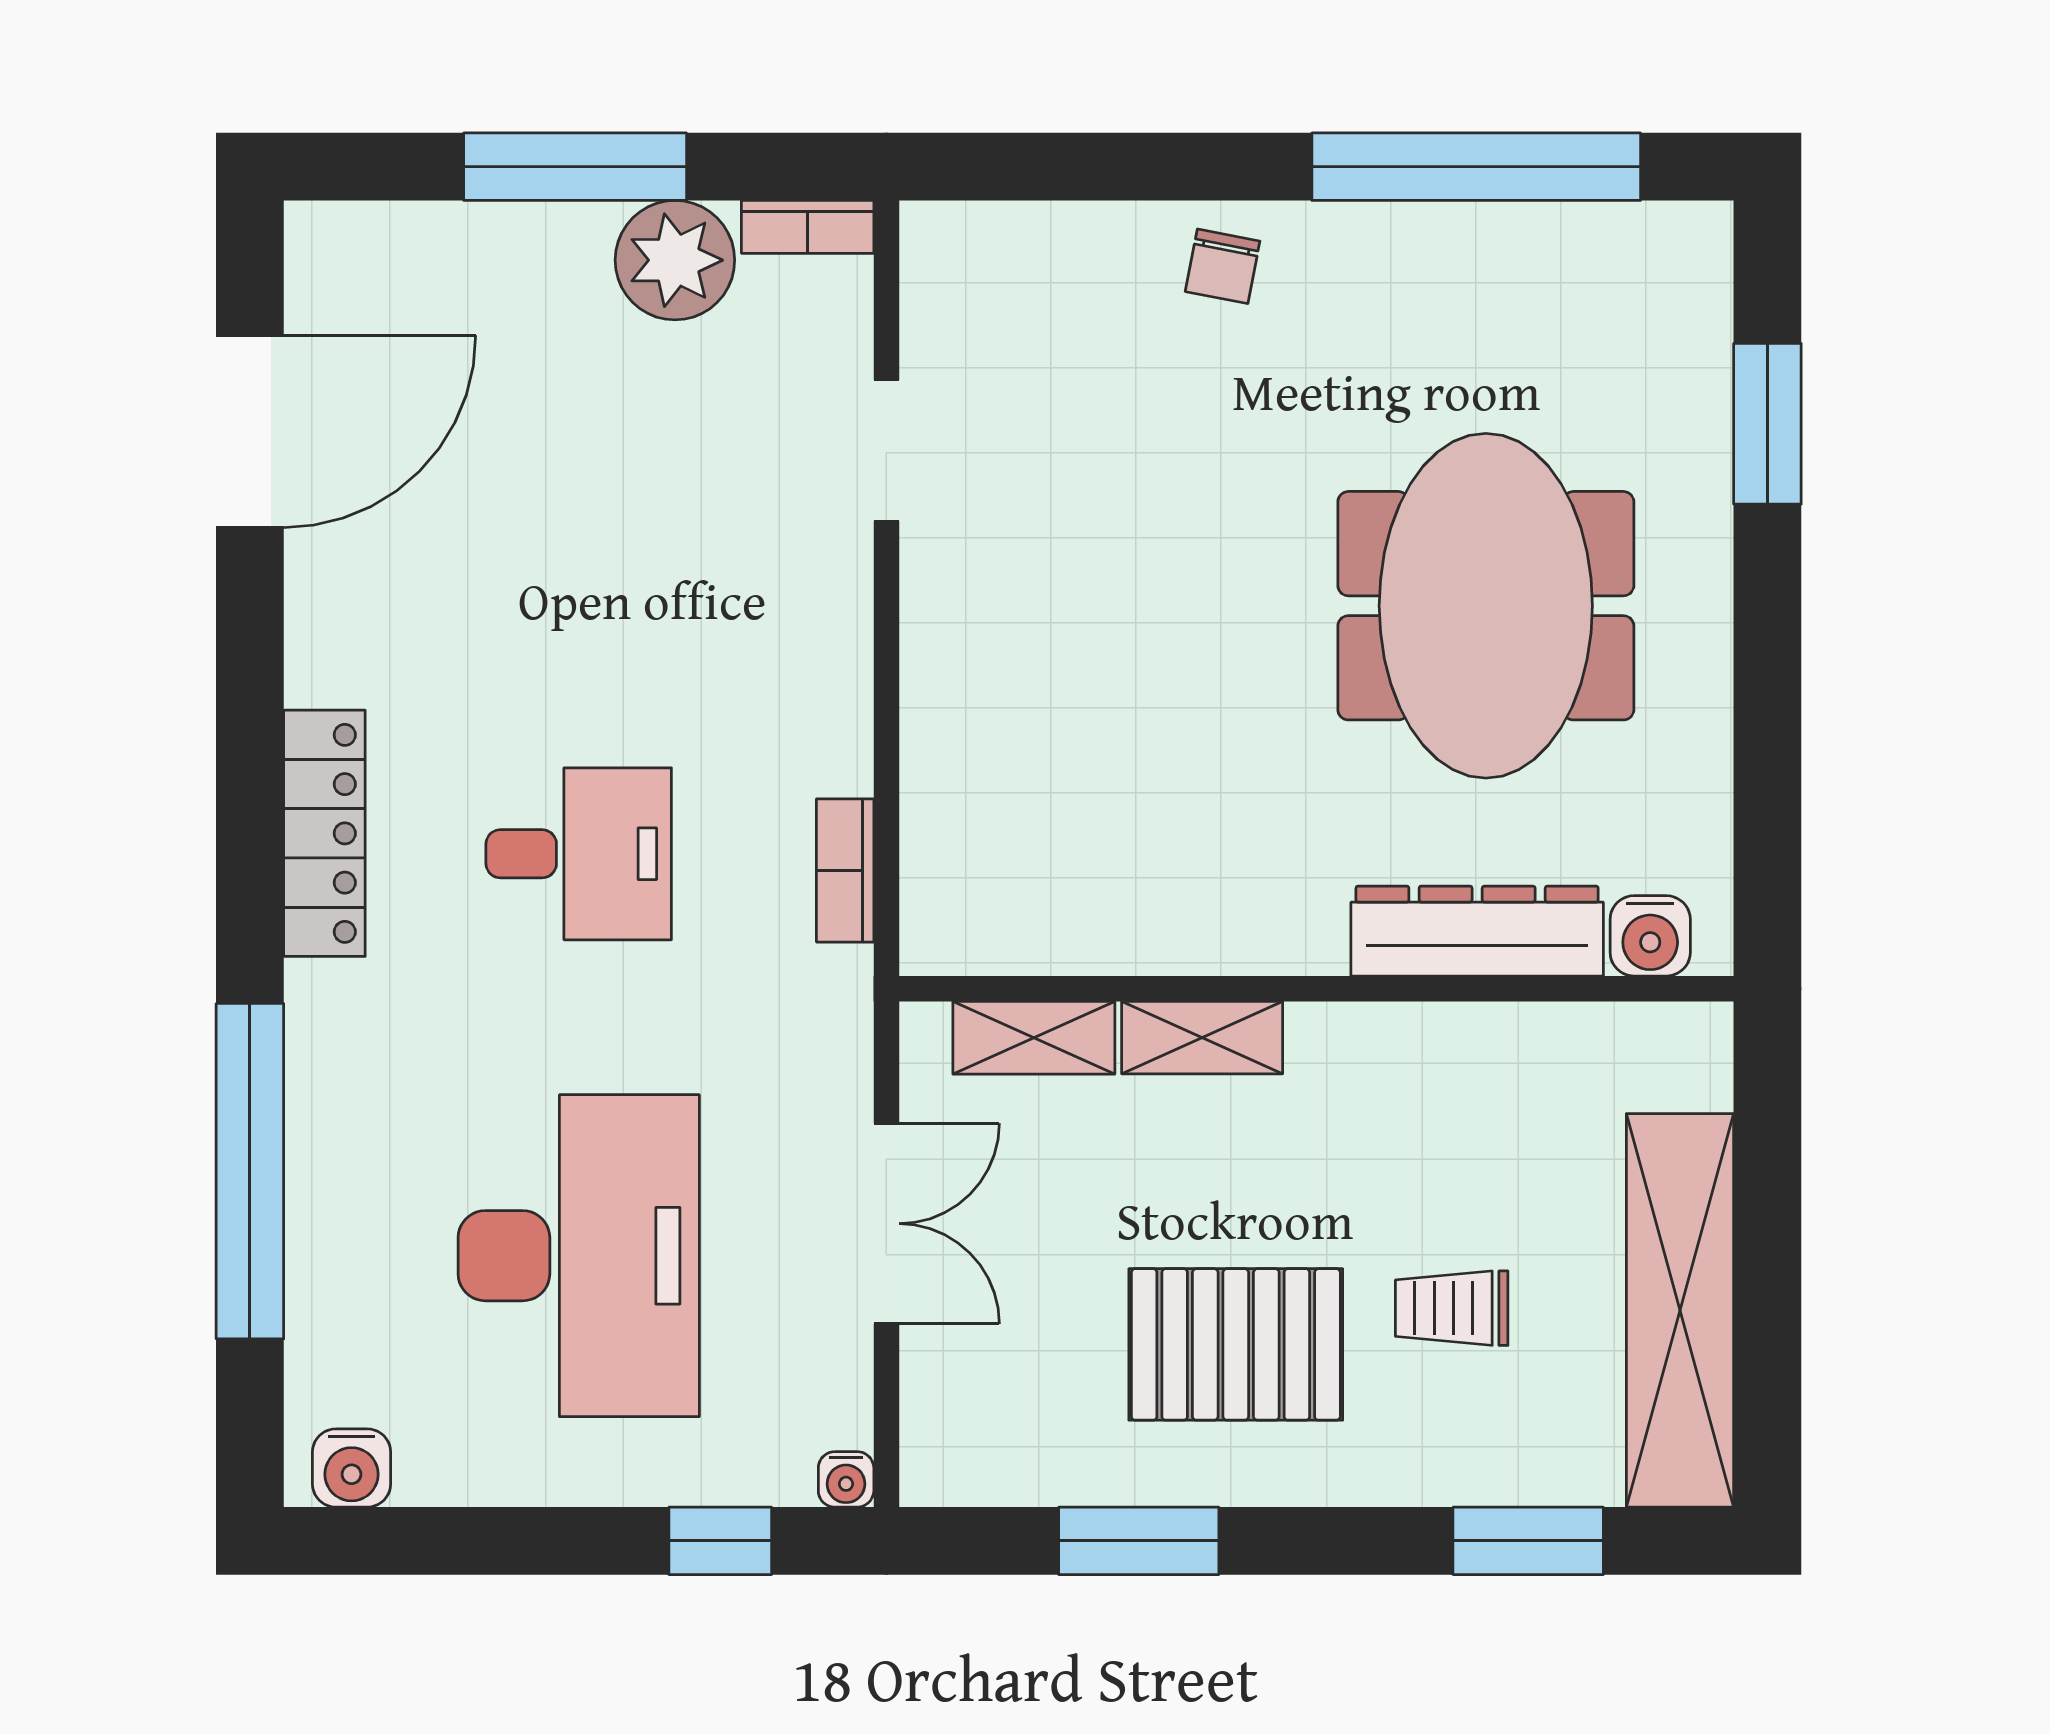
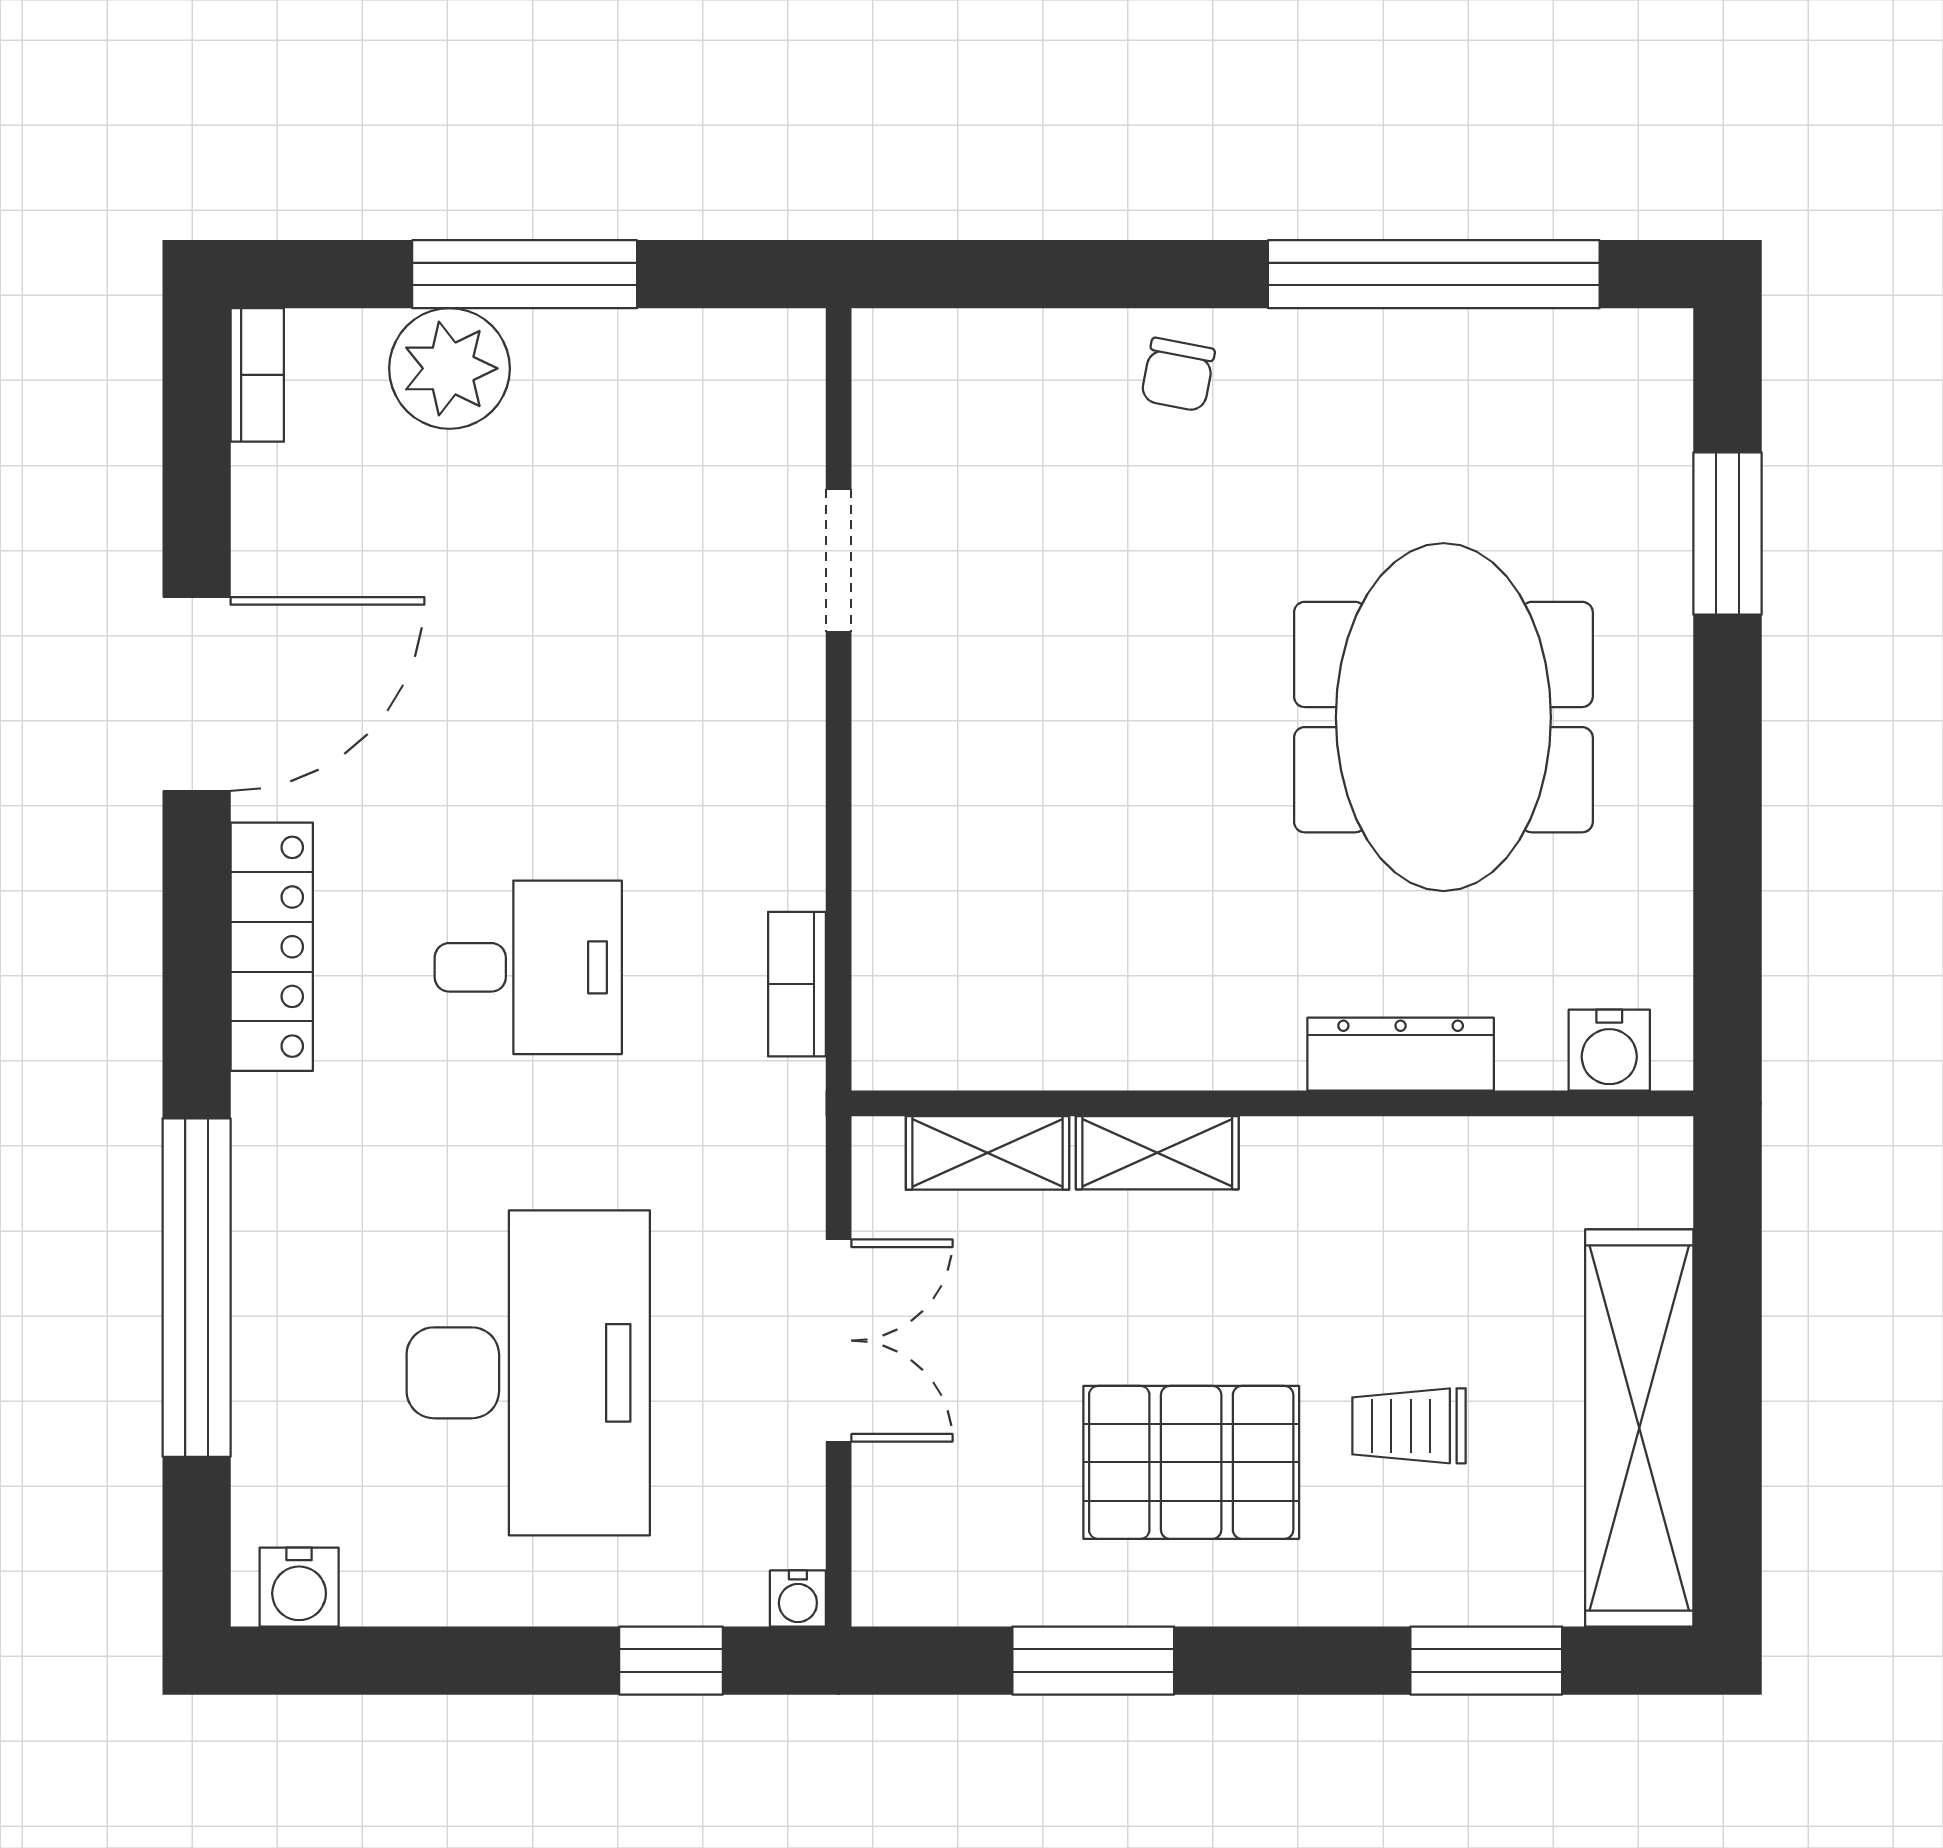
bookcase: (808, 227) -> (257, 375), moved, turned -90
plant: (675, 260) -> (449, 368), moved
door: (250, 432) -> (197, 694), moved
dresser: (1477, 931) -> (1401, 1054), width x0.73, depth x0.80

